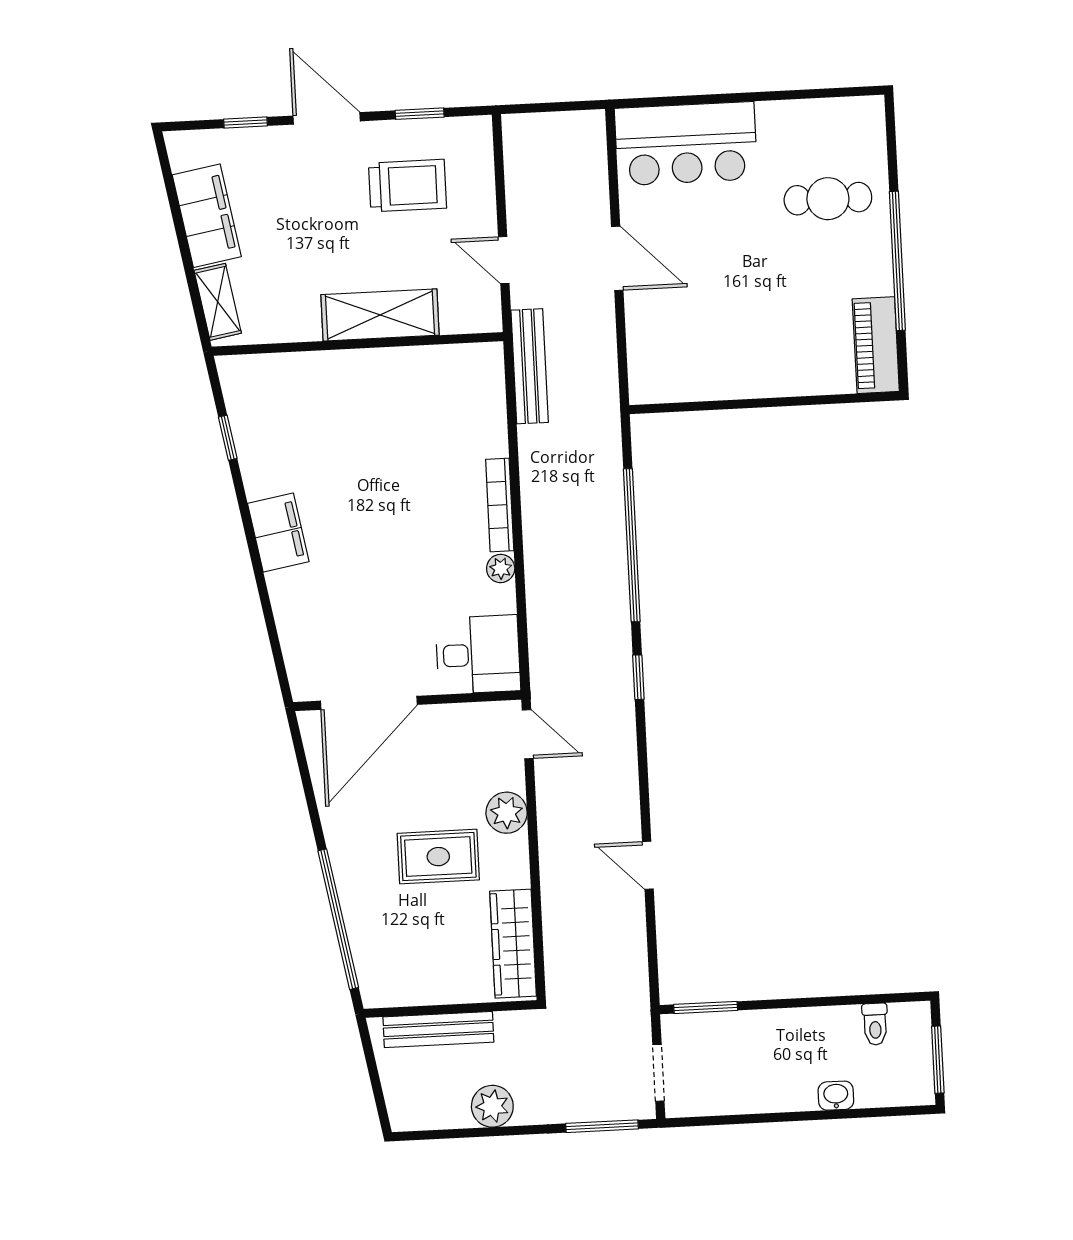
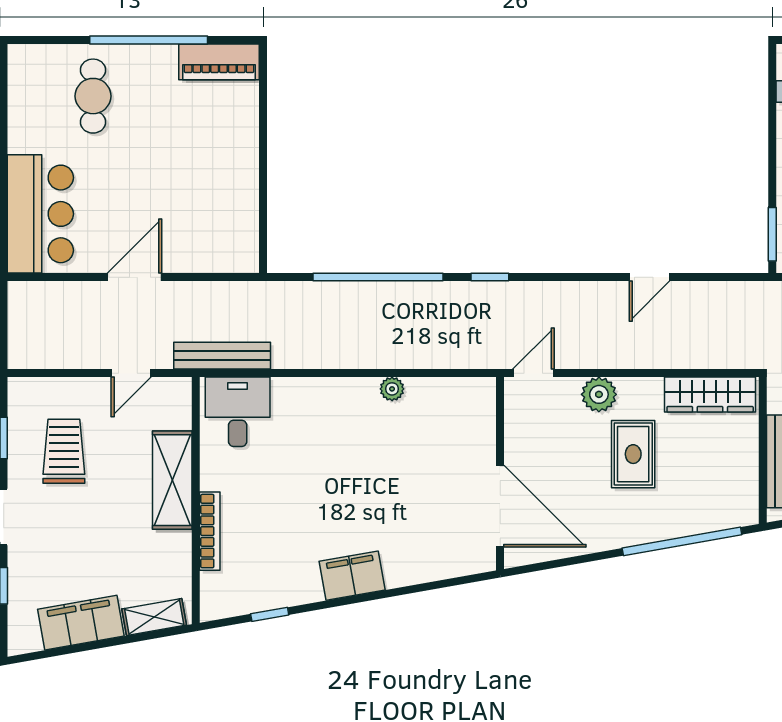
bookcase: (500, 505) -> (210, 531), moved, turned -90
desk: (478, 655) -> (238, 412), moved

